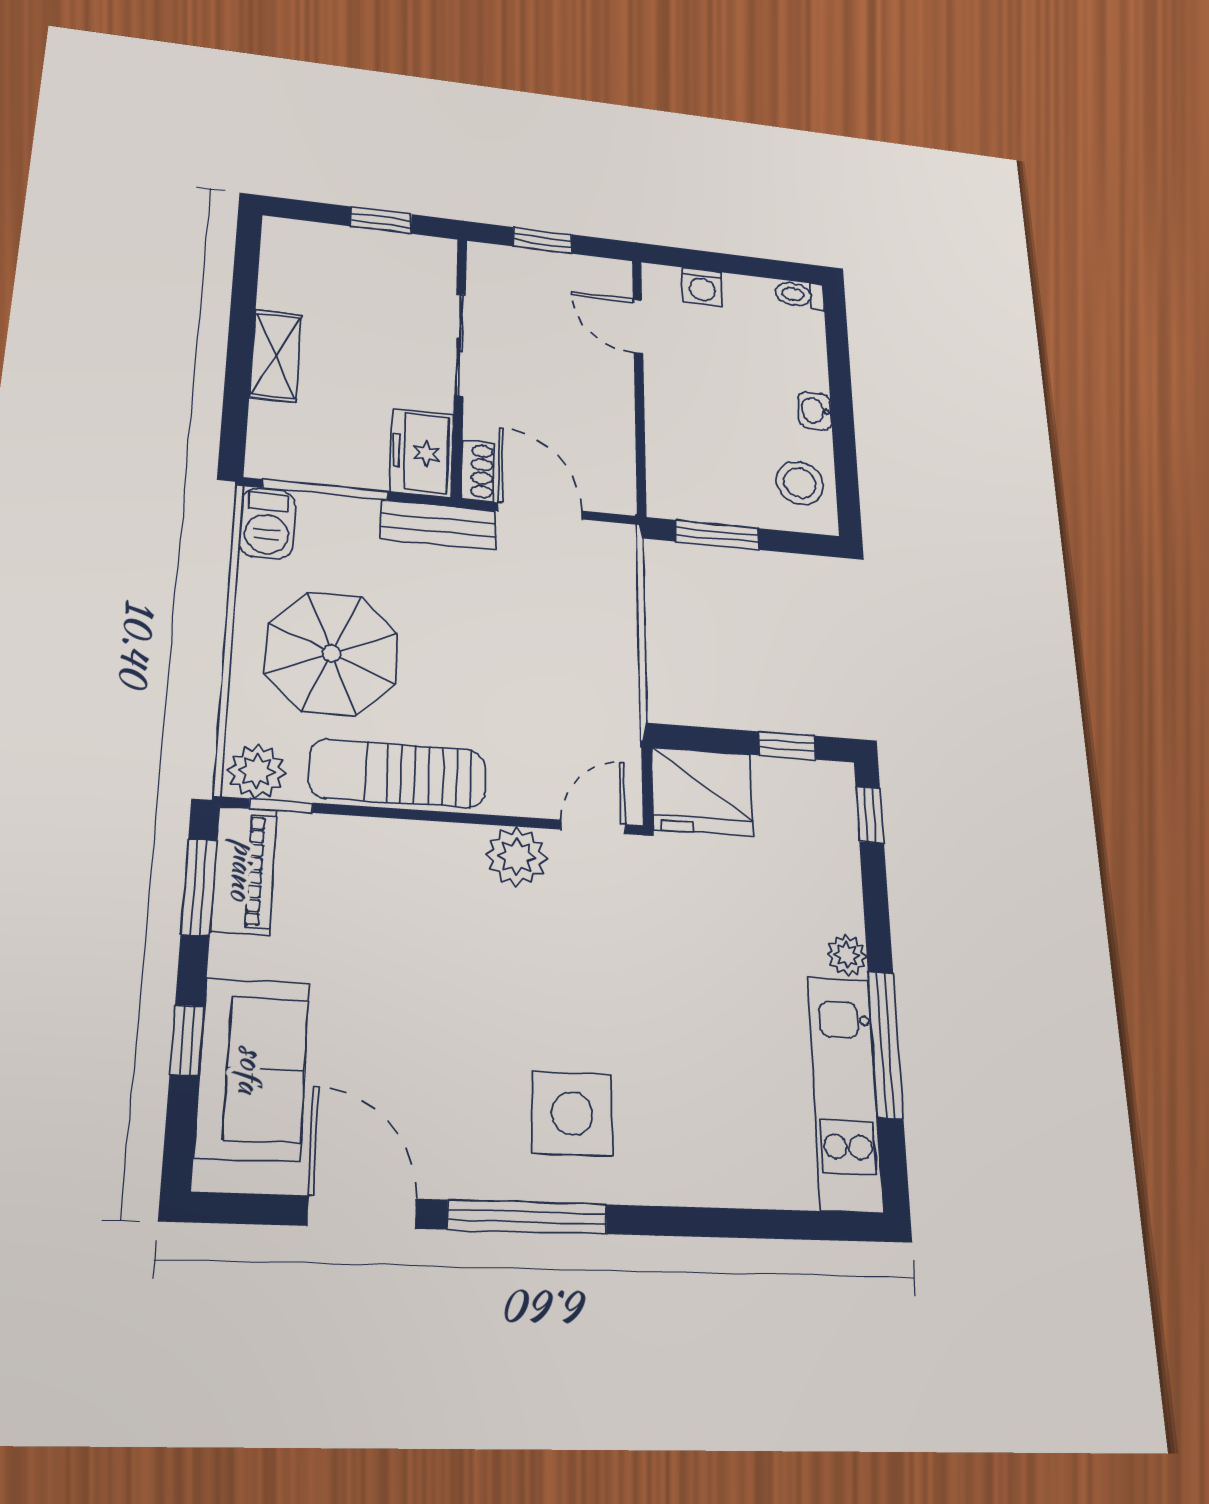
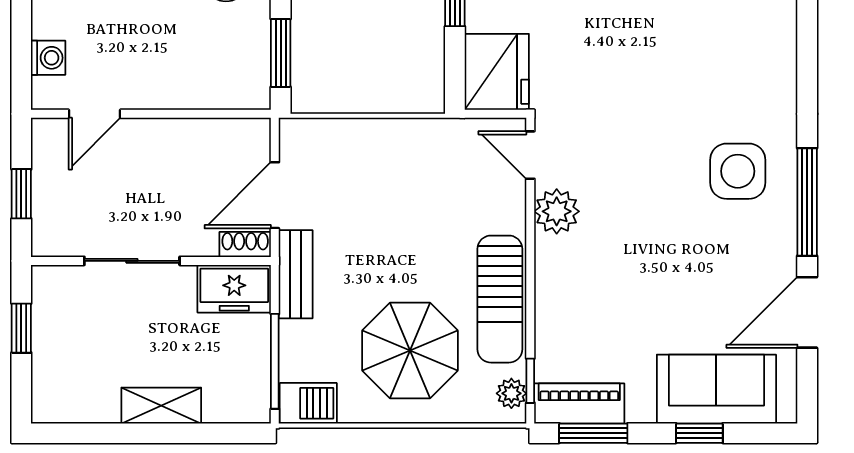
plant: (257, 771) -> (511, 393), width x0.73, depth x0.73

